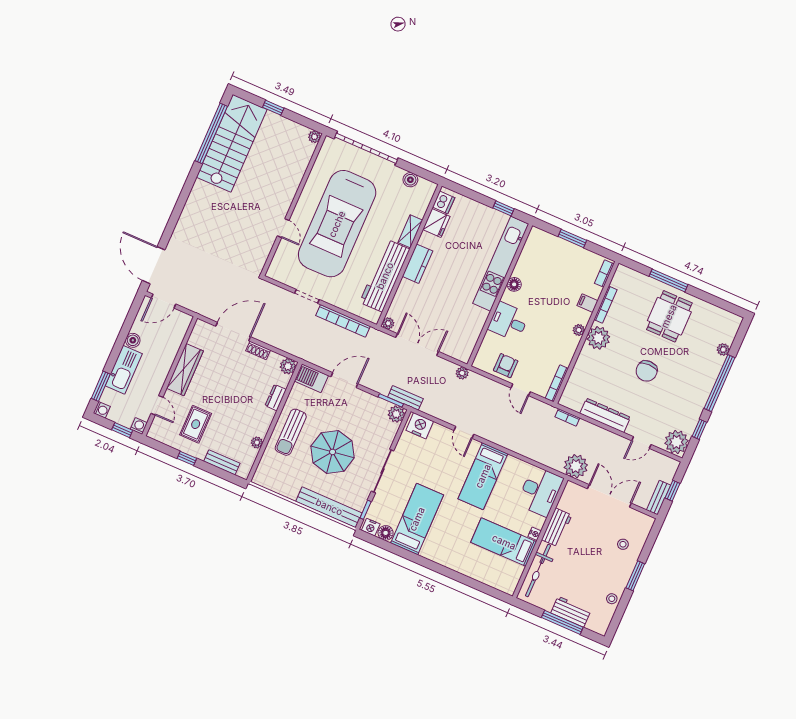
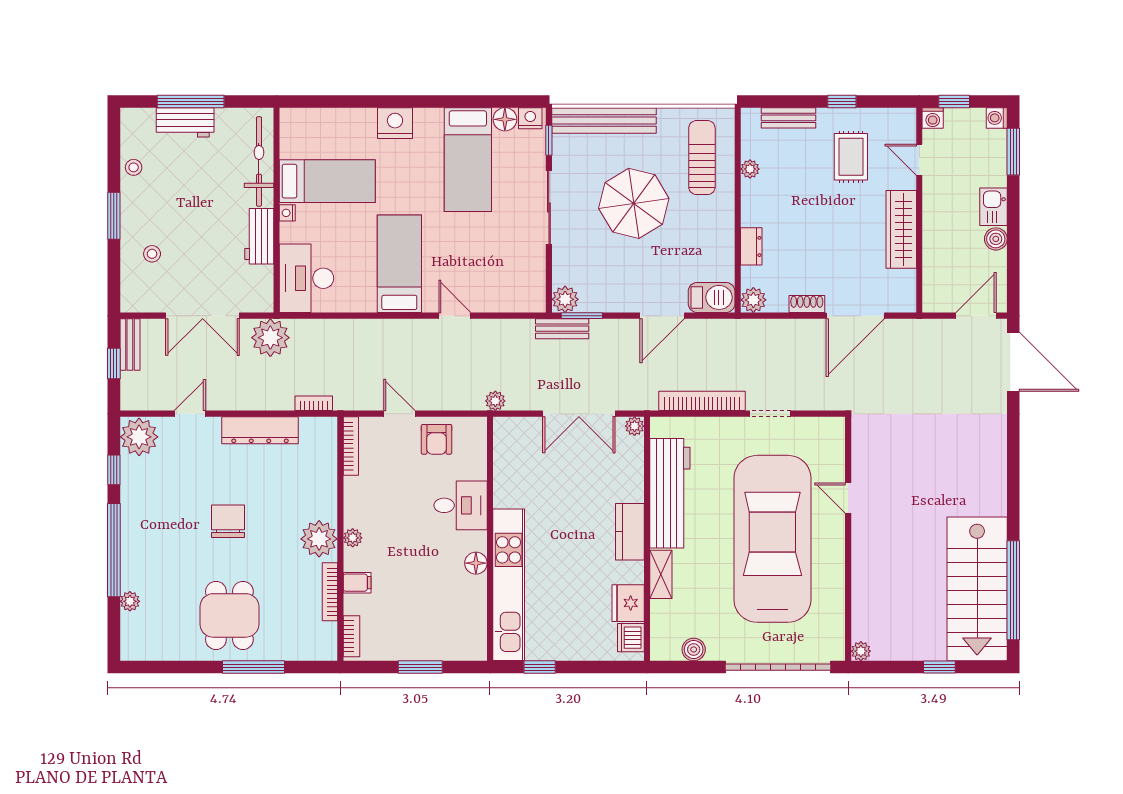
kitchen sink: (124, 370) -> (993, 207), width x0.53, depth x0.81
nightstand: (420, 426) -> (395, 123), moved, turned 180
sun lounger: (291, 432) -> (702, 158), moved

